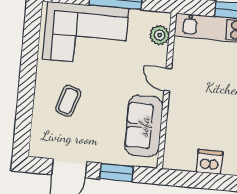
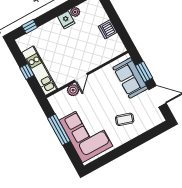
plant: (160, 35) -> (73, 90), moved
sofa: (144, 126) -> (130, 78), moved, turned 90

